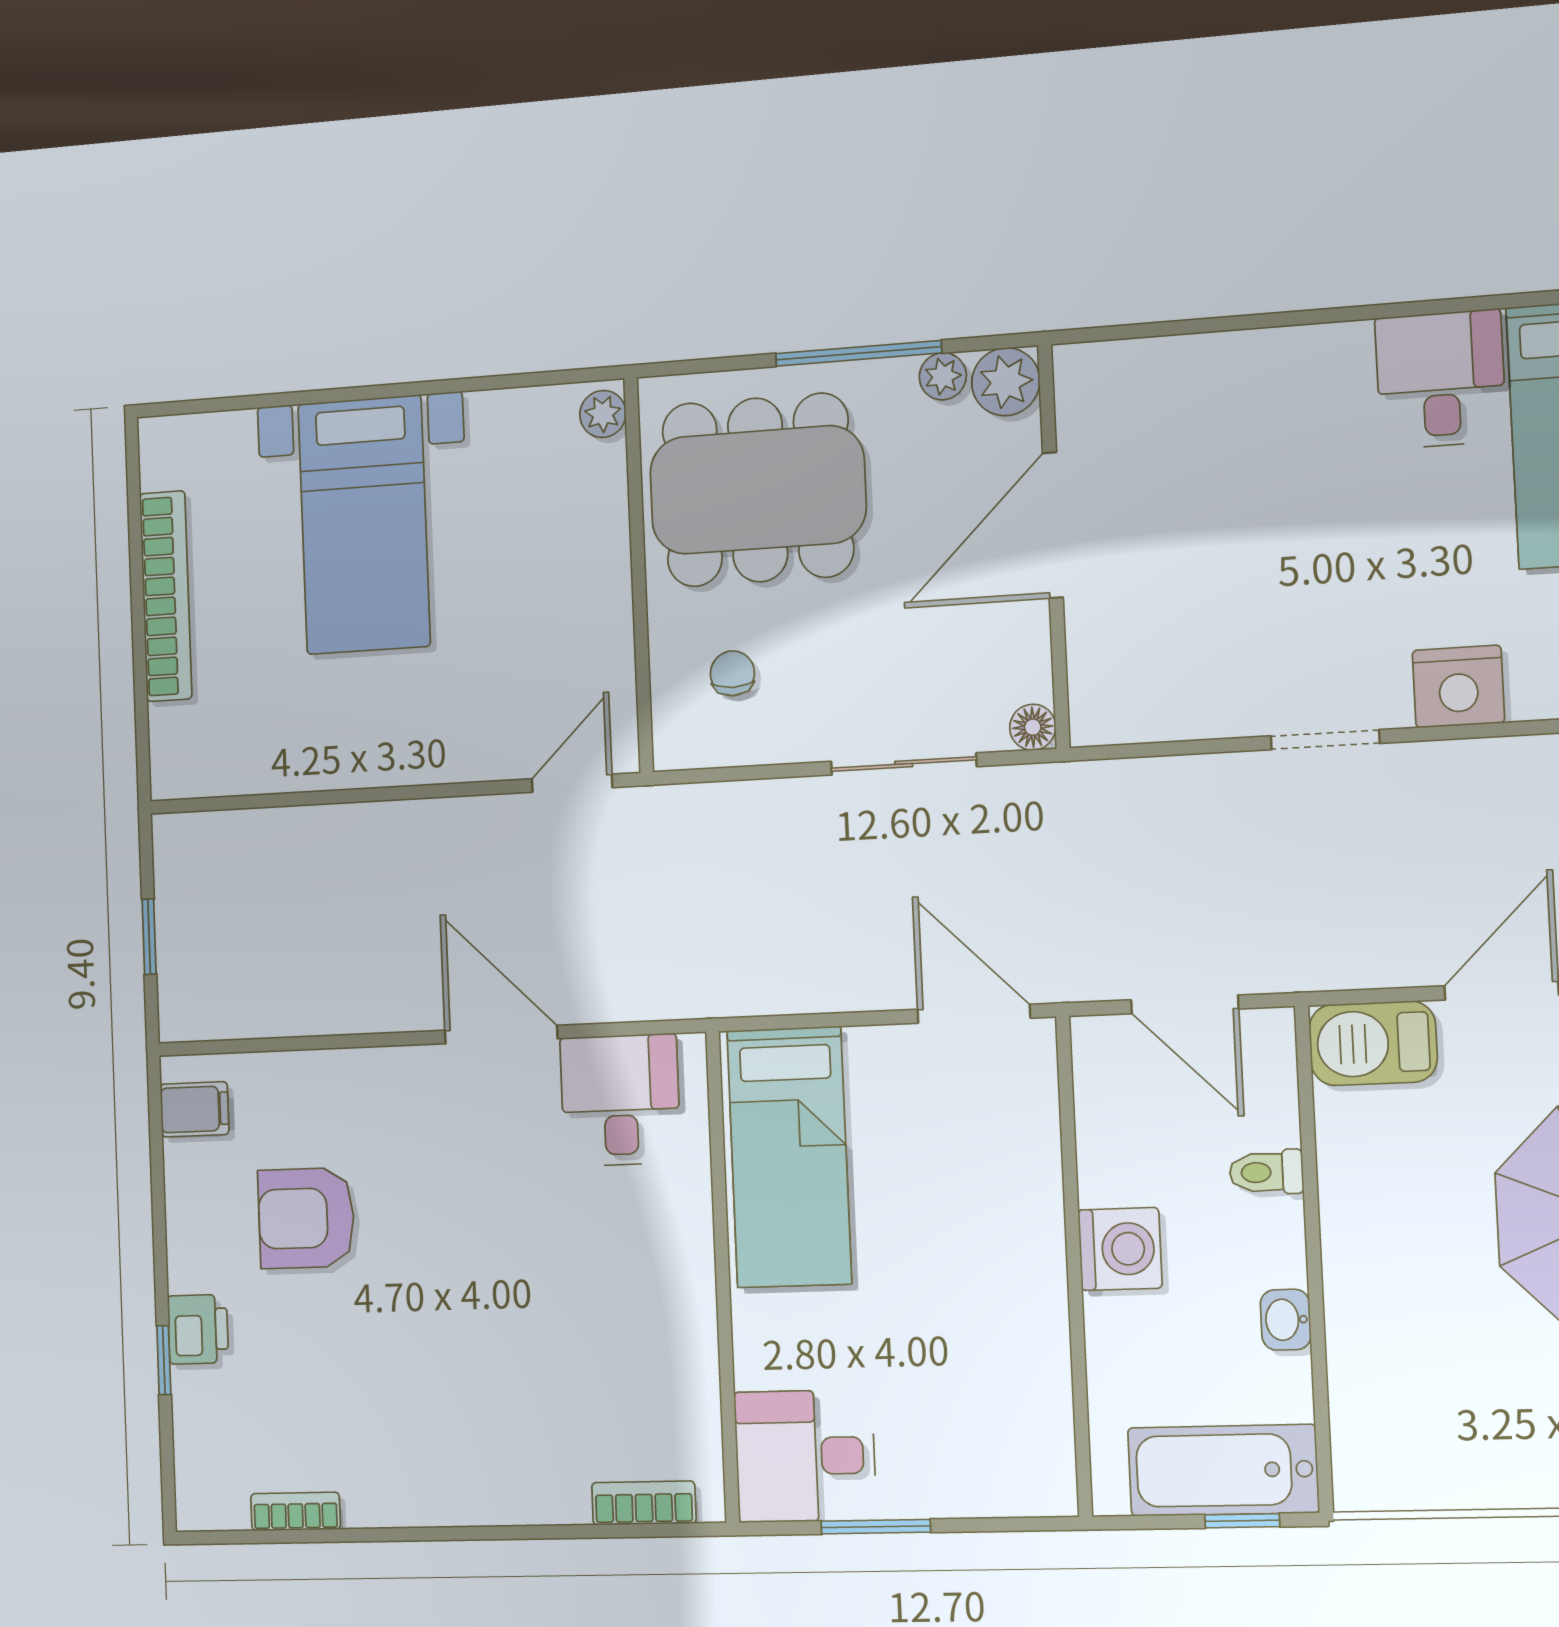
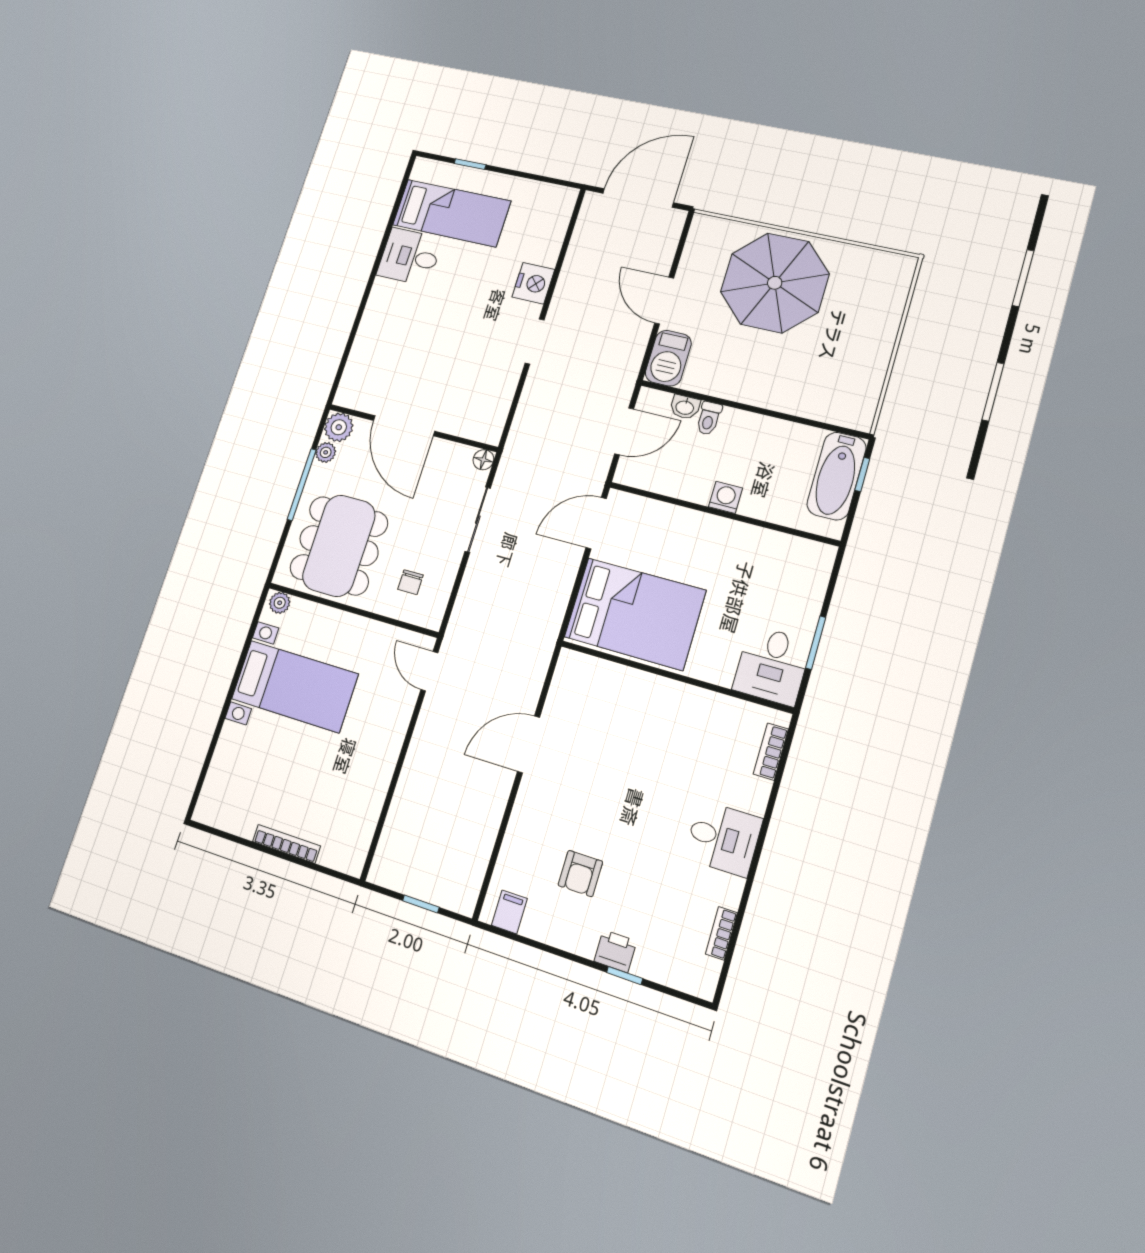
bed with nightstands: (364, 525) -> (295, 686), moved
bookcase: (166, 596) -> (286, 844), width x0.68, depth x0.76
chair: (732, 673) -> (410, 582), turned -90
desk: (620, 1100) -> (723, 838), moved, turned 180
bed: (789, 1157) -> (635, 614), width x1.50
armchair: (306, 1218) -> (580, 873), width x0.72, depth x0.72
washing machine: (1120, 1249) -> (726, 497), width x0.73, depth x0.73
washbasin: (1286, 1320) -> (685, 407), moved

